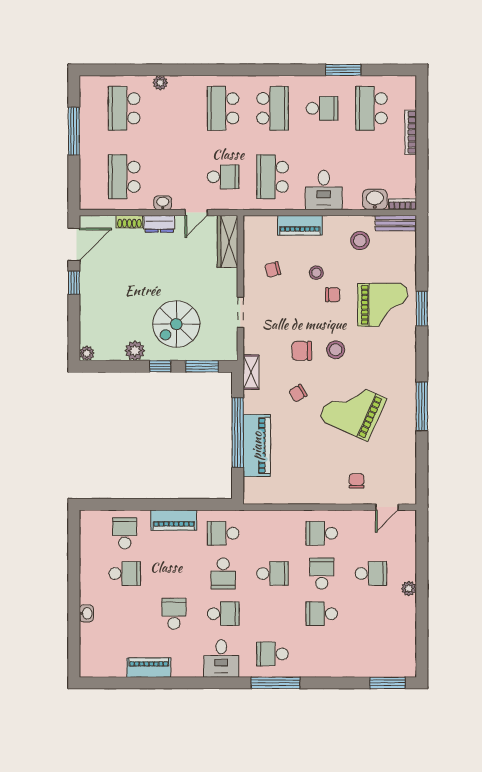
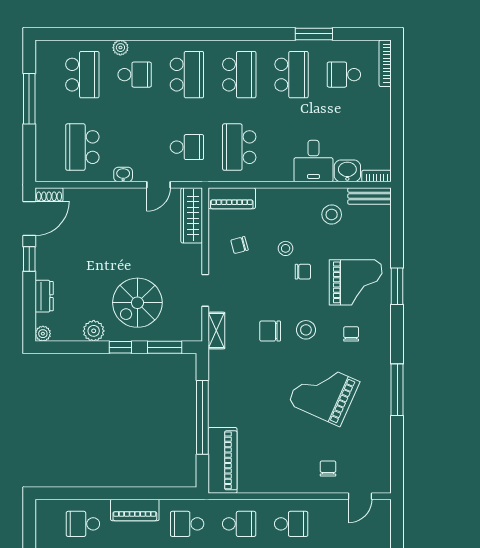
school desk: (124, 108) -> (82, 75), turned 180
school desk: (174, 108) -> (135, 75), added
school desk: (223, 108) -> (187, 75), turned 180
school desk: (322, 108) -> (292, 75), width x1.85
school desk: (371, 108) -> (344, 75), width x0.54
bookcase: (411, 132) -> (385, 63), moved
desk: (324, 190) -> (313, 161), moved
shoe rack: (129, 222) -> (49, 195), moved
dresser: (159, 224) -> (44, 296), moved, turned -90
piano: (300, 225) -> (232, 198), moved
shelving: (251, 372) -> (216, 331), moved
chair: (298, 393) -> (351, 334), moved, turned 120
piano: (257, 446) -> (223, 460), moved
school desk: (125, 533) -> (83, 524), turned -90
school desk: (272, 533) -> (239, 524), added
school desk: (322, 533) -> (291, 524), turned 180

